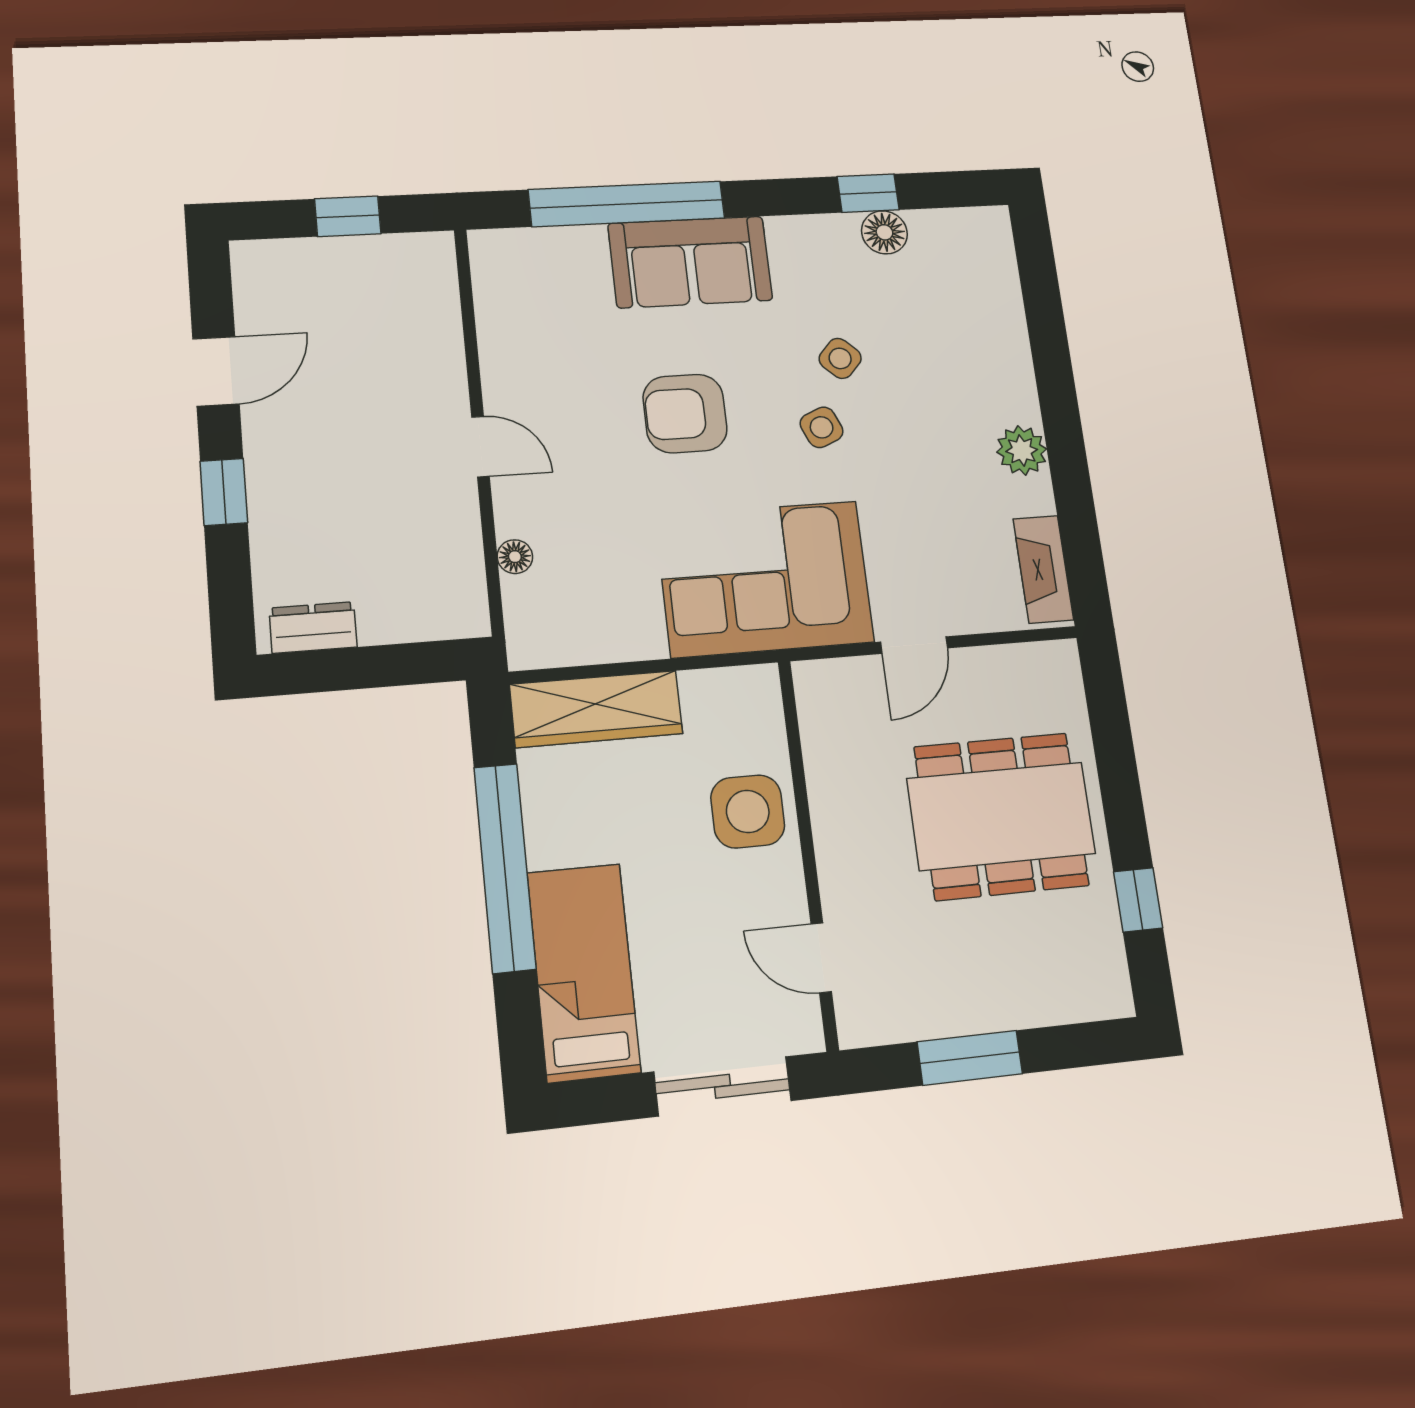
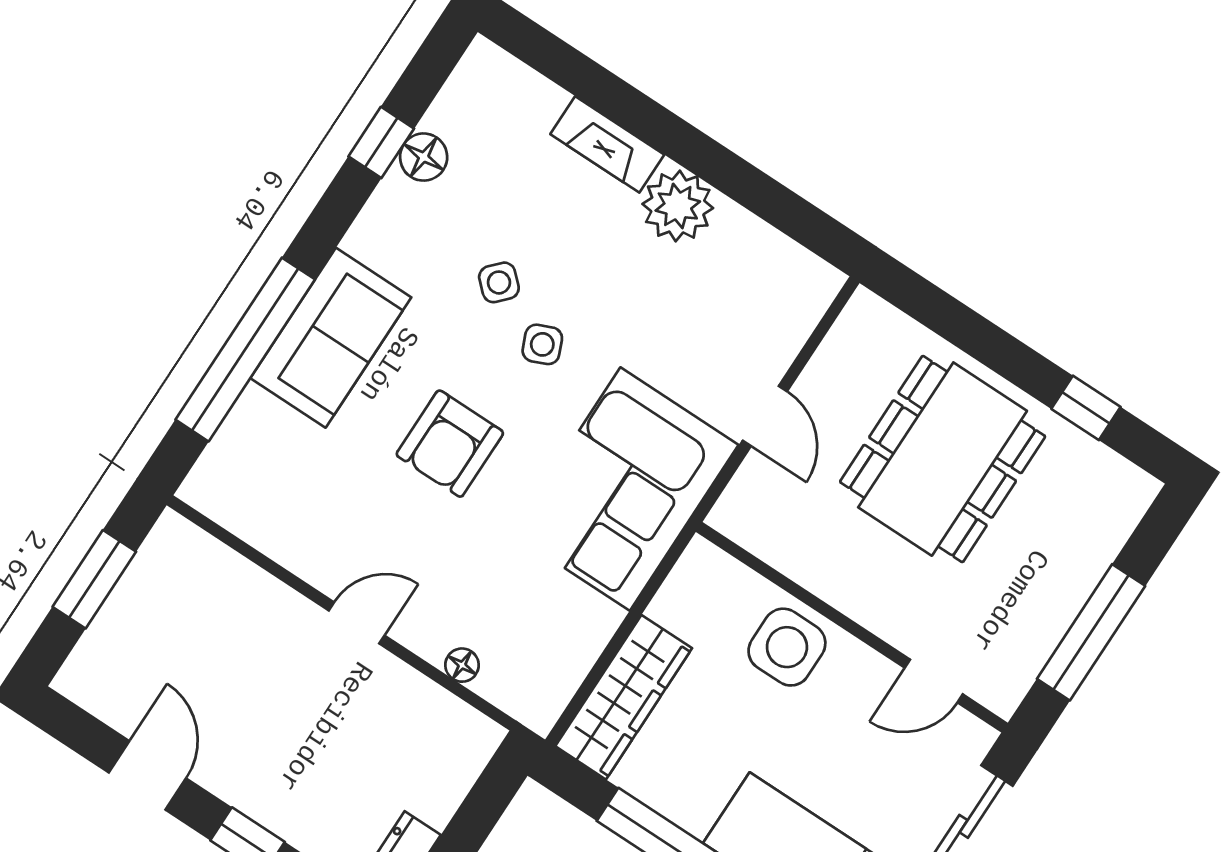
window: (348, 216) -> (94, 579), width x1.50
plant: (1022, 450) -> (678, 206), width x1.36, depth x1.36
fireplace: (1043, 569) -> (607, 144), moved
window: (970, 1058) -> (1091, 632), width x1.44

